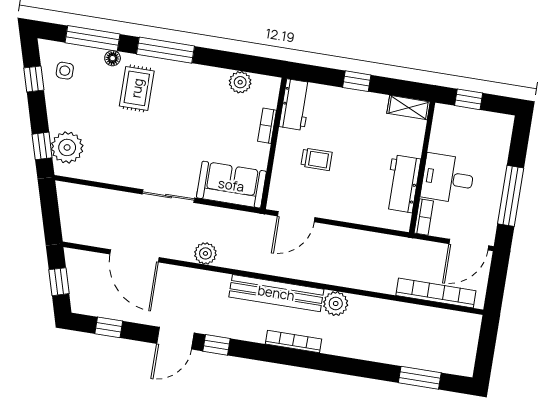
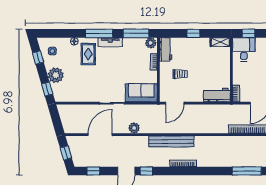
window: (92, 38) -> (136, 33), moved
tv unit: (185, 72) -> (110, 42), added
plant: (240, 82) -> (151, 43), moved
plant: (67, 147) -> (56, 75), moved
desk: (448, 178) -> (244, 50), moved, turned 90
workbench: (402, 184) -> (217, 95), moved, turned 90
door: (134, 256) -> (100, 135), swing flipped
plant: (336, 304) -> (201, 142), removed
window: (420, 378) -> (247, 171), width x1.44

